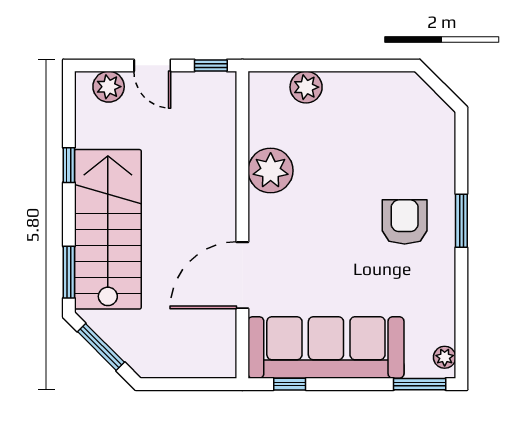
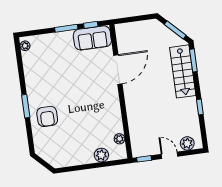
plant: (271, 171) -> (119, 139), moved, width x0.53, depth x0.53
armchair: (405, 222) -> (47, 116), moved
stairs: (108, 229) -> (183, 71), width x0.73, depth x0.66
sofa: (326, 347) -> (92, 38), width x0.54, depth x0.79
window: (420, 384) -> (66, 28), moved

